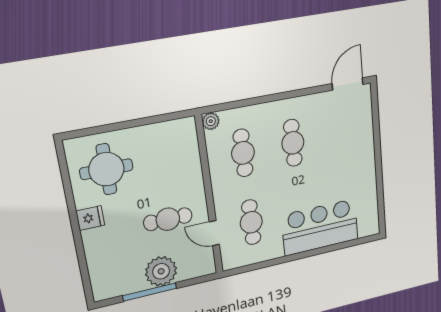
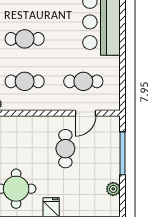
plant: (161, 271) -> (113, 189), moved, width x0.53, depth x0.53
window: (150, 292) -> (123, 153), moved

